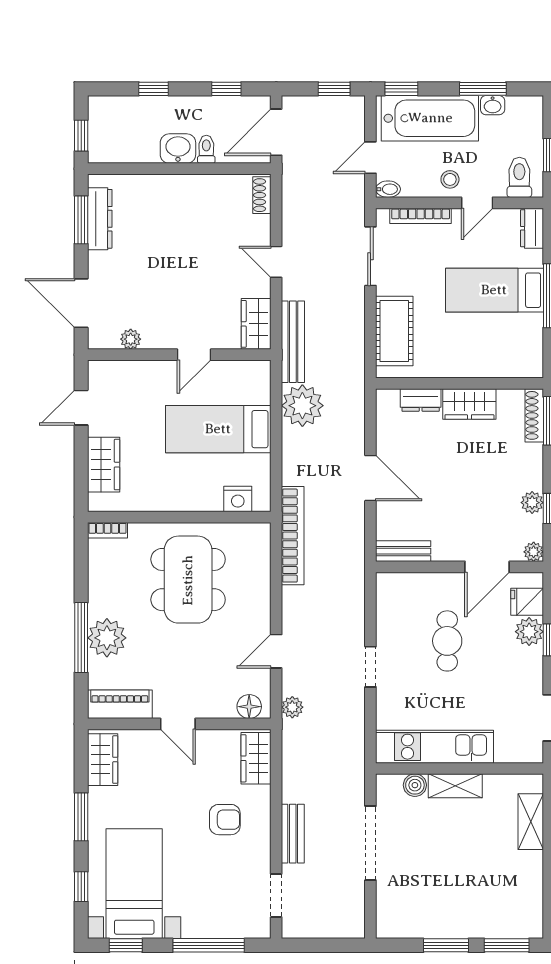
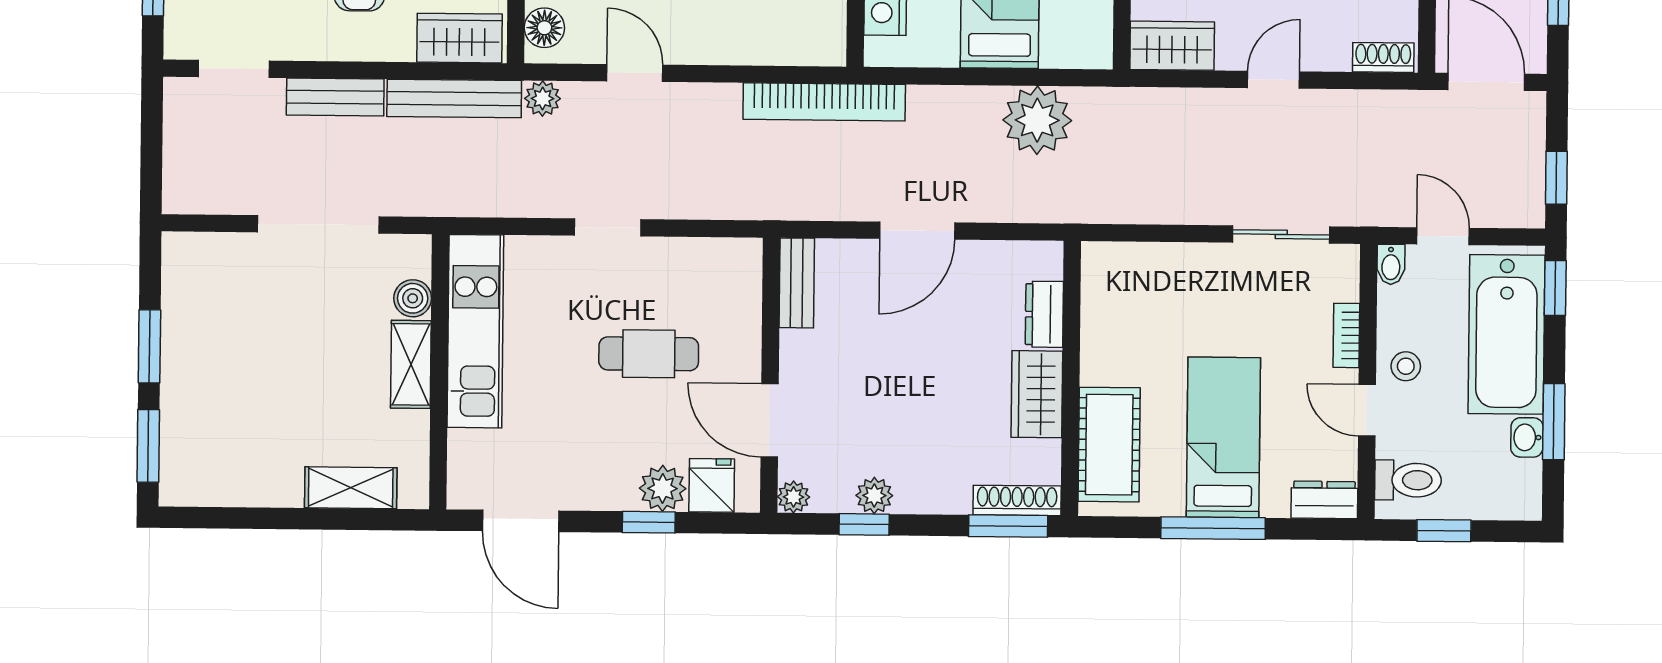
bookcase: (421, 216) -> (1346, 335), width x0.64
cot: (394, 331) -> (1109, 445), moved, turned 90
bench: (293, 342) -> (454, 98), moved

